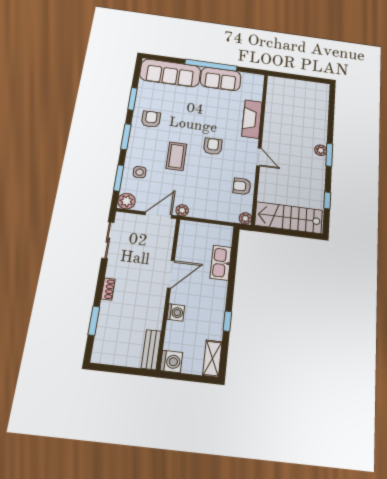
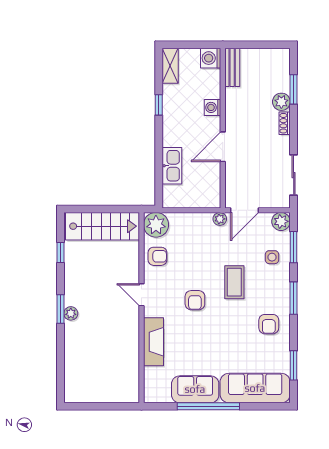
window: (132, 99) -> (294, 365), moved
plant: (245, 218) -> (156, 225), width x1.88, depth x1.88
plant: (108, 310) -> (281, 102), added

